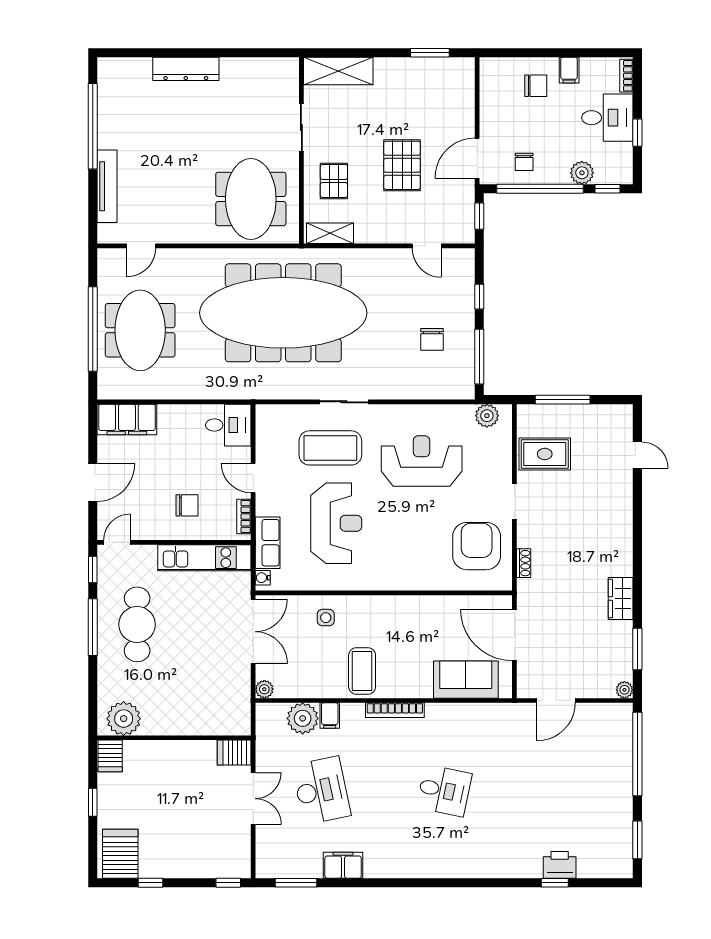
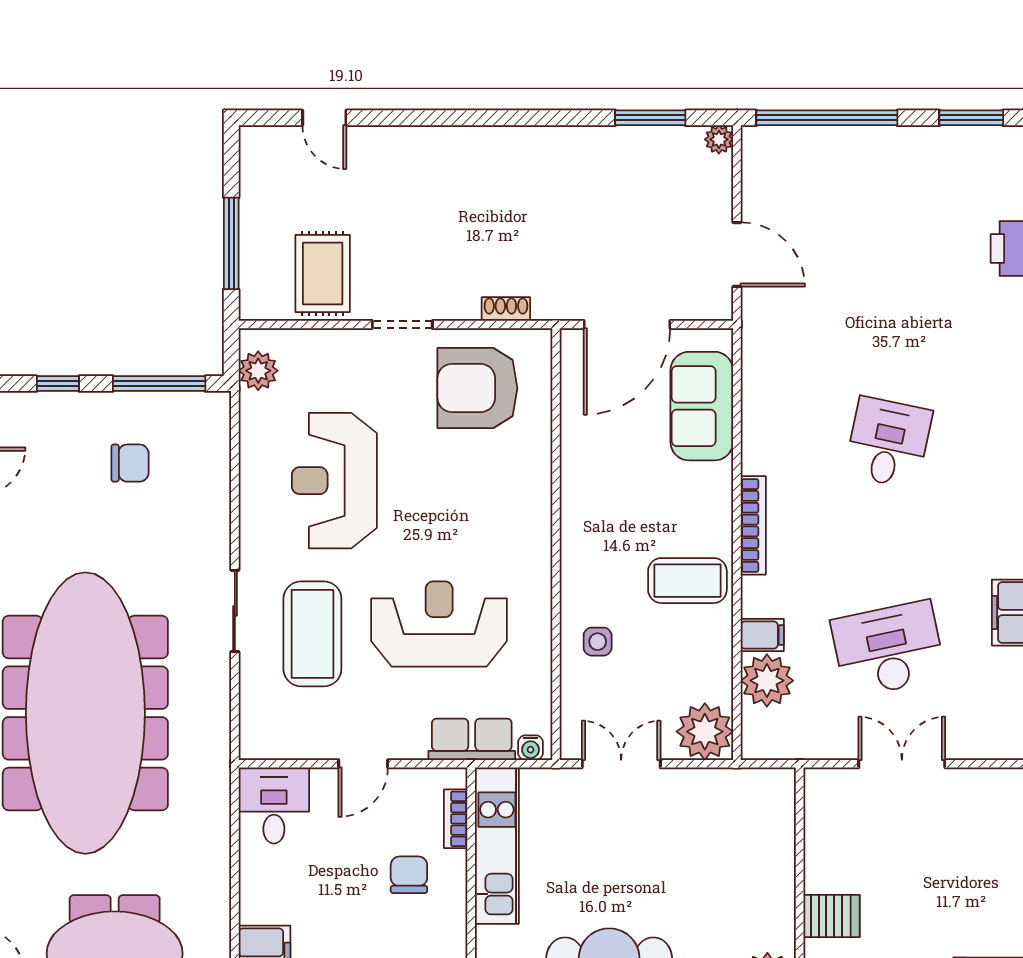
door: (637, 455) -> (324, 118), swing flipped
bookcase: (244, 516) -> (456, 819), moved, turned 90
wardrobe: (621, 598) -> (565, 146), removed
double door: (253, 632) -> (621, 764), width x0.73
plant: (264, 689) -> (705, 732), width x1.87, depth x1.87
server rack: (234, 753) -> (831, 916), moved, turned -90

